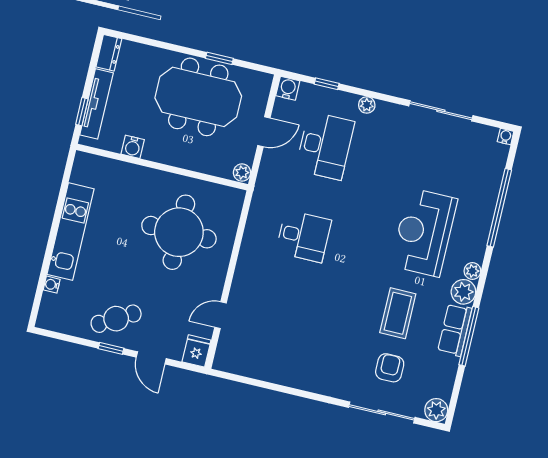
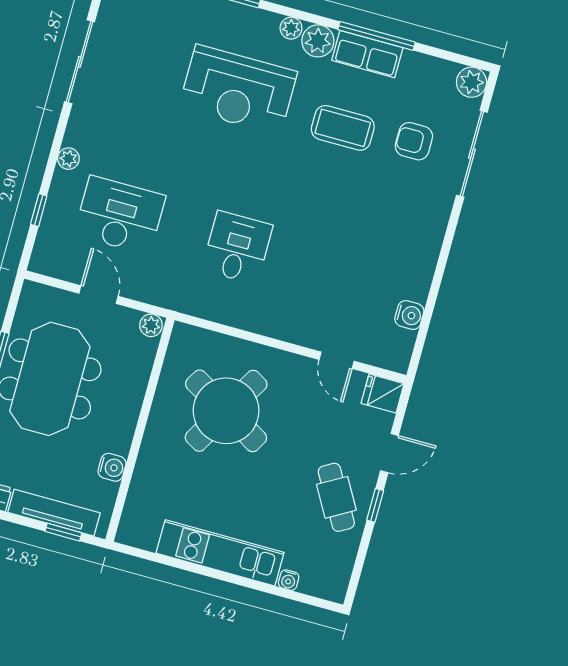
water cooler: (288, 88) -> (409, 315), moved, turned 180
round table: (179, 232) -> (226, 411), turned 30

